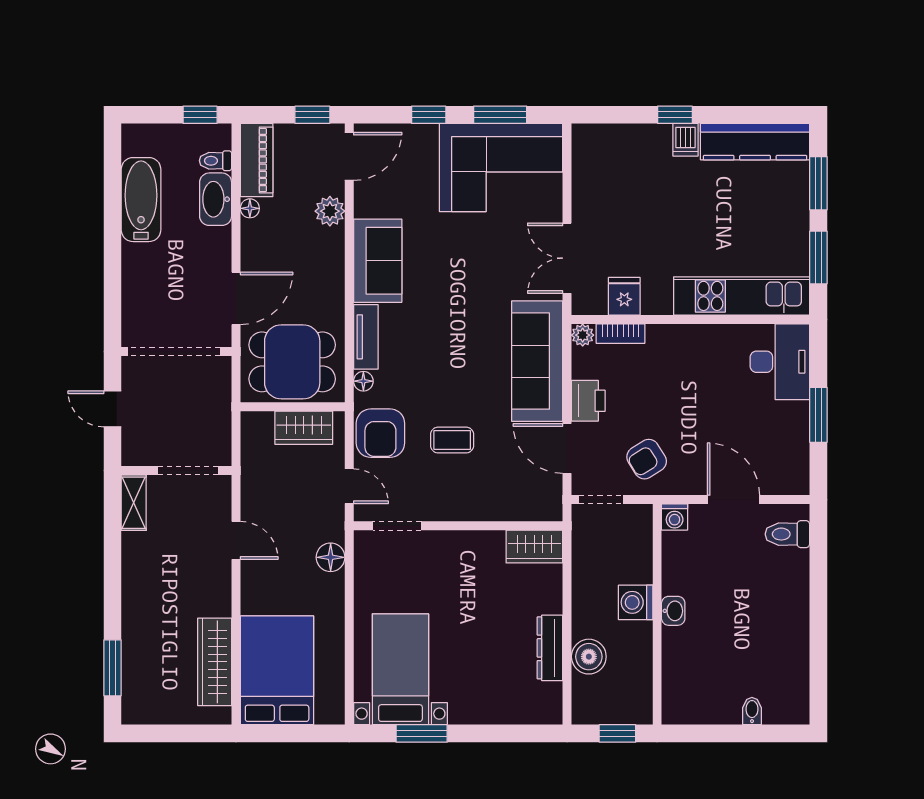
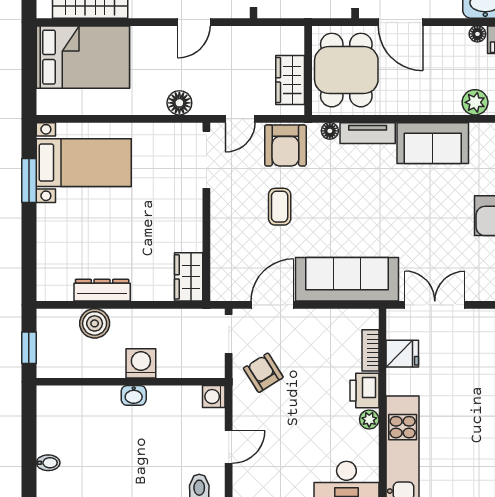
plant: (583, 335) -> (369, 419), moved
printer: (588, 401) -> (364, 391), moved, turned 90
armchair: (380, 433) -> (285, 145), turned -90
door: (733, 500) -> (229, 447), width x0.73
doorway: (397, 526) -> (206, 160), width x1.38

